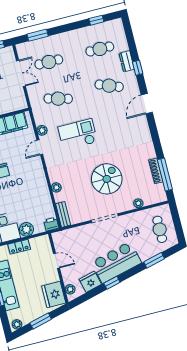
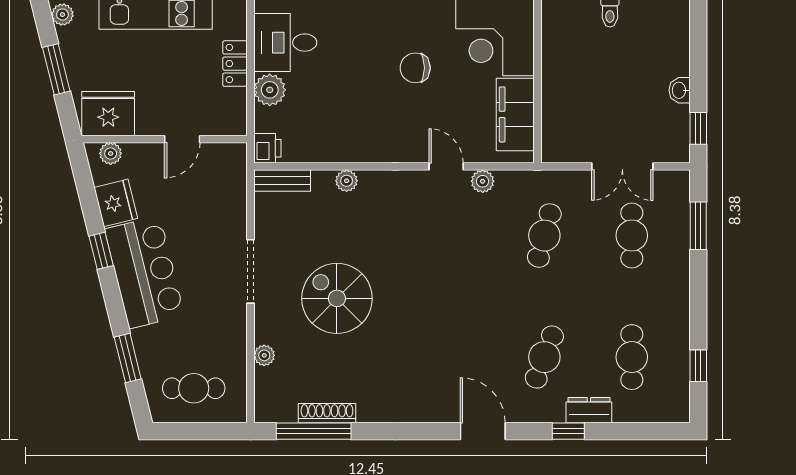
checkout: (78, 134) -> (453, 259), removed
spiral stairs: (107, 179) -> (337, 298), turned 180

